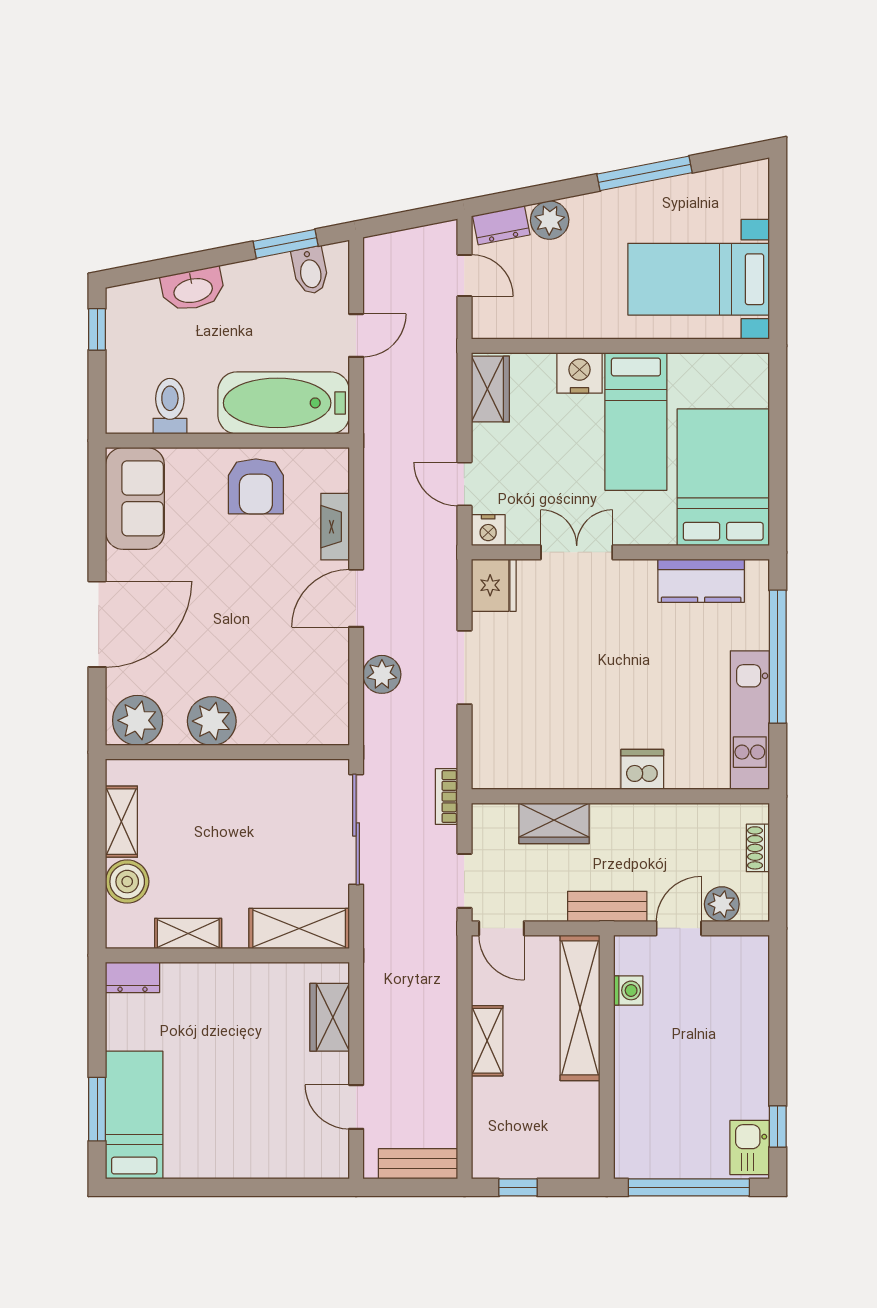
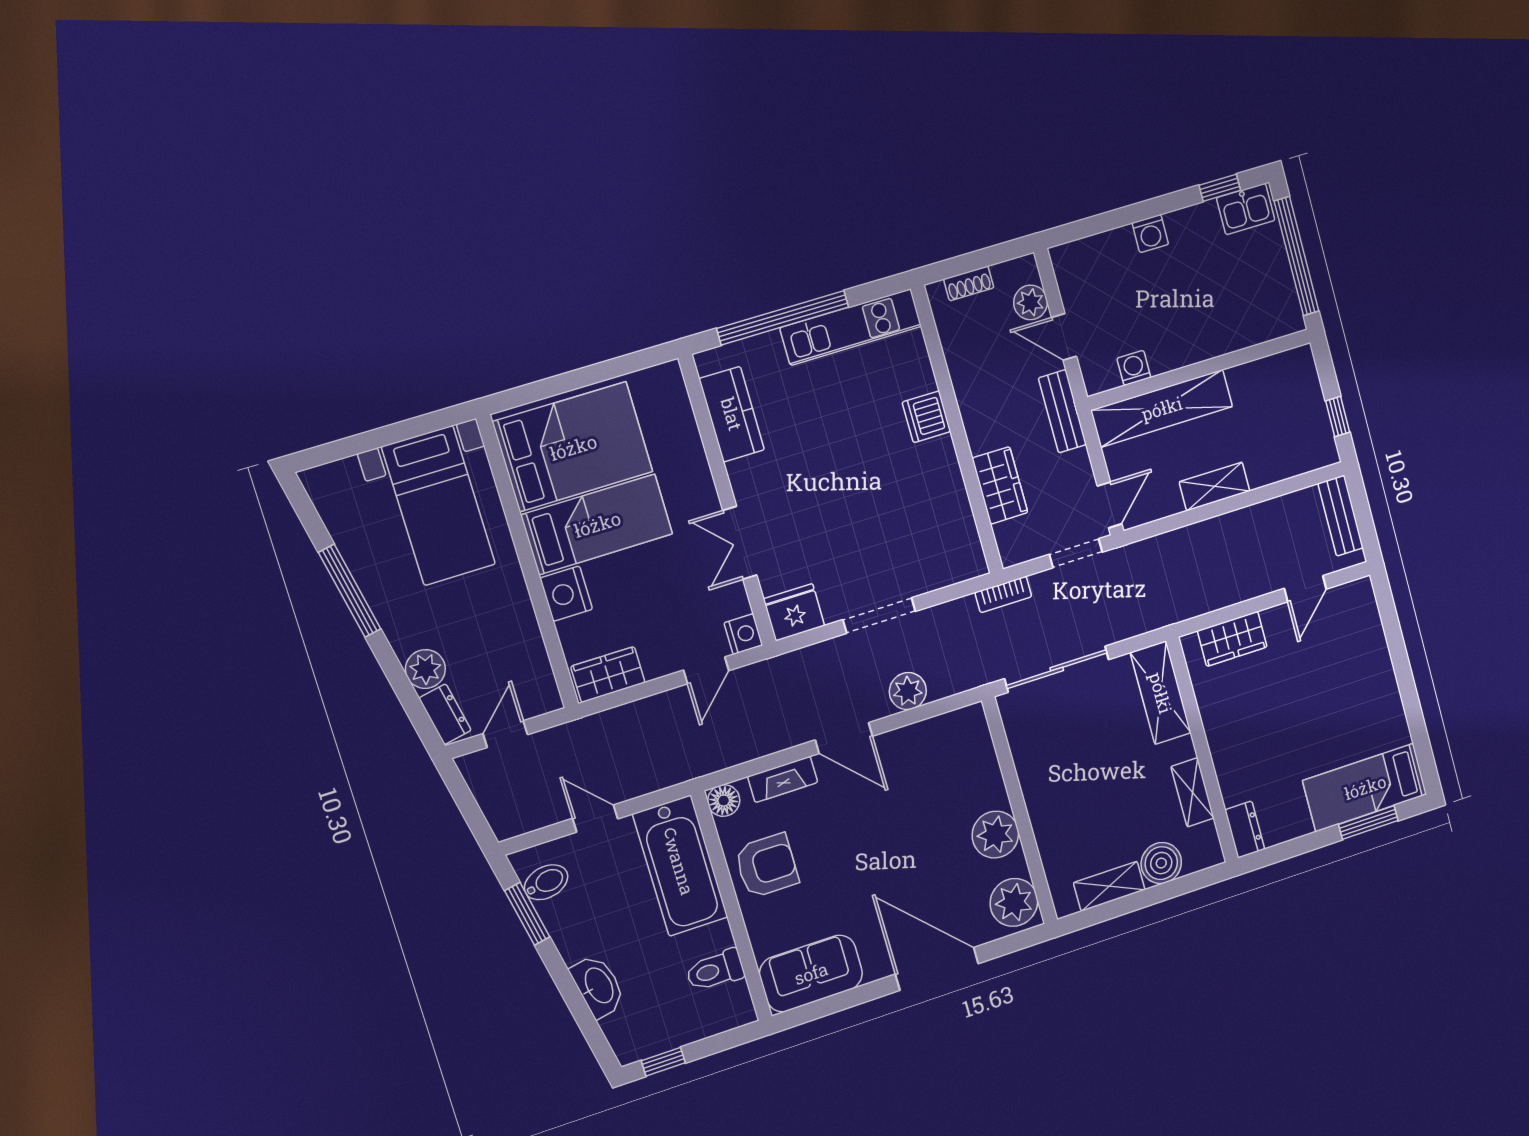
floor lamp: (333, 464) -> (724, 801), added
bed: (723, 477) -> (573, 447), moved, turned 180
washing machine: (754, 1043) -> (1150, 234), added

